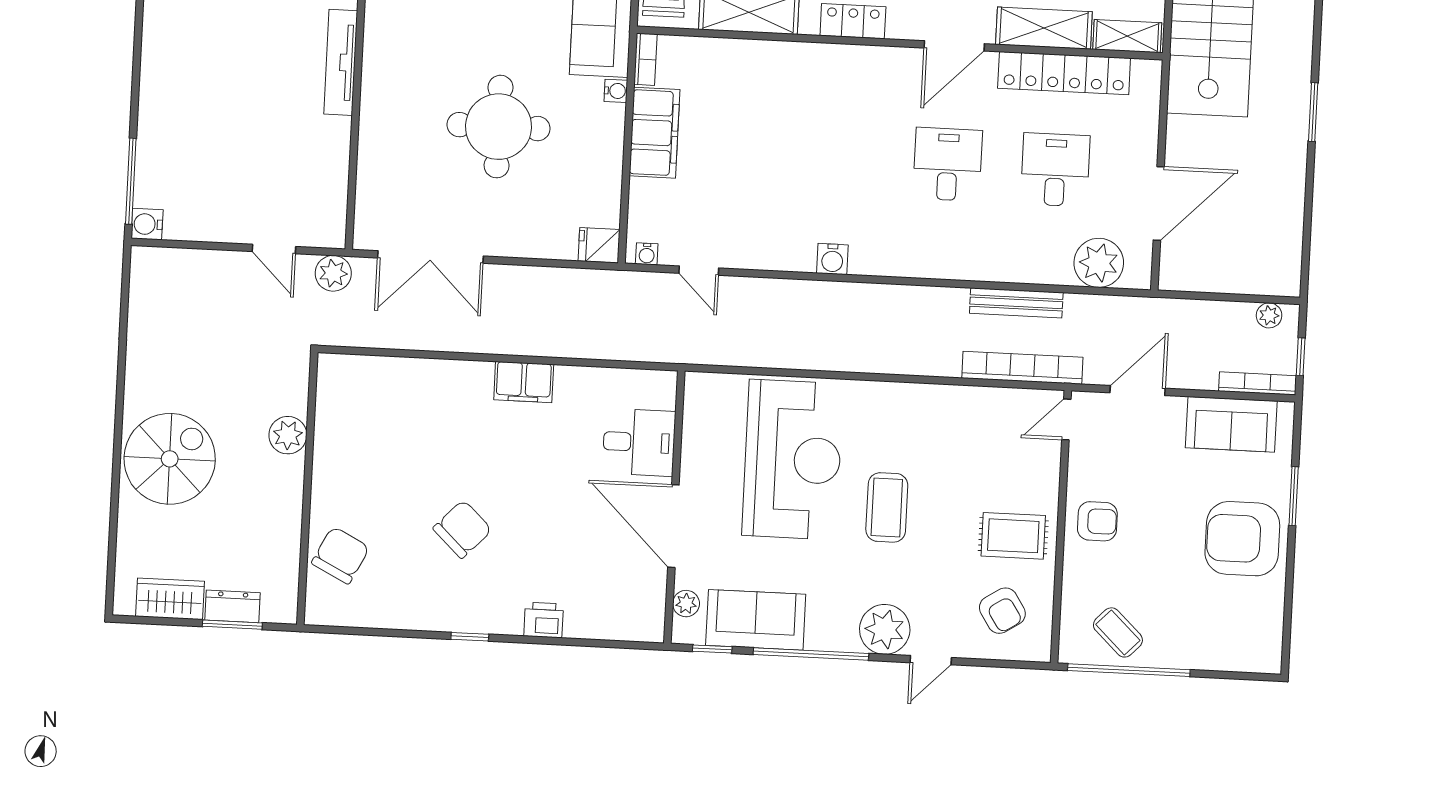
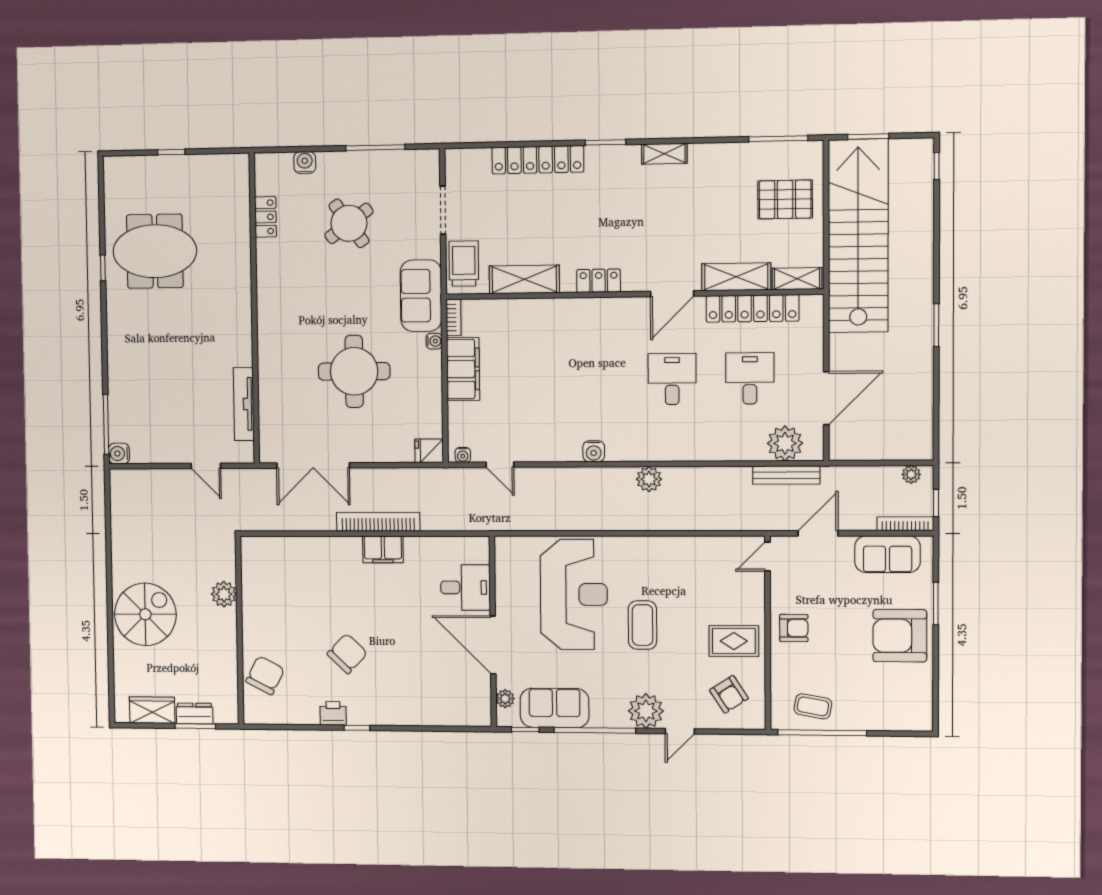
tv unit: (341, 62) -> (244, 404), moved
plant: (333, 273) -> (649, 479), moved
bench: (1016, 303) -> (786, 475), moved
bookcase: (1022, 368) -> (378, 522), moved
printer: (544, 620) -> (333, 713), moved
coffee table: (1118, 632) -> (813, 706), turned -34

